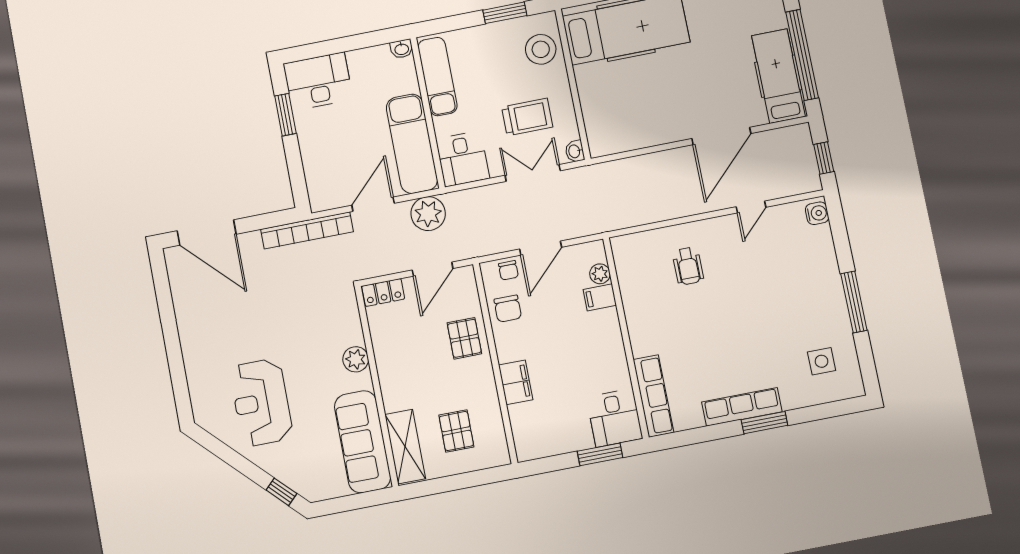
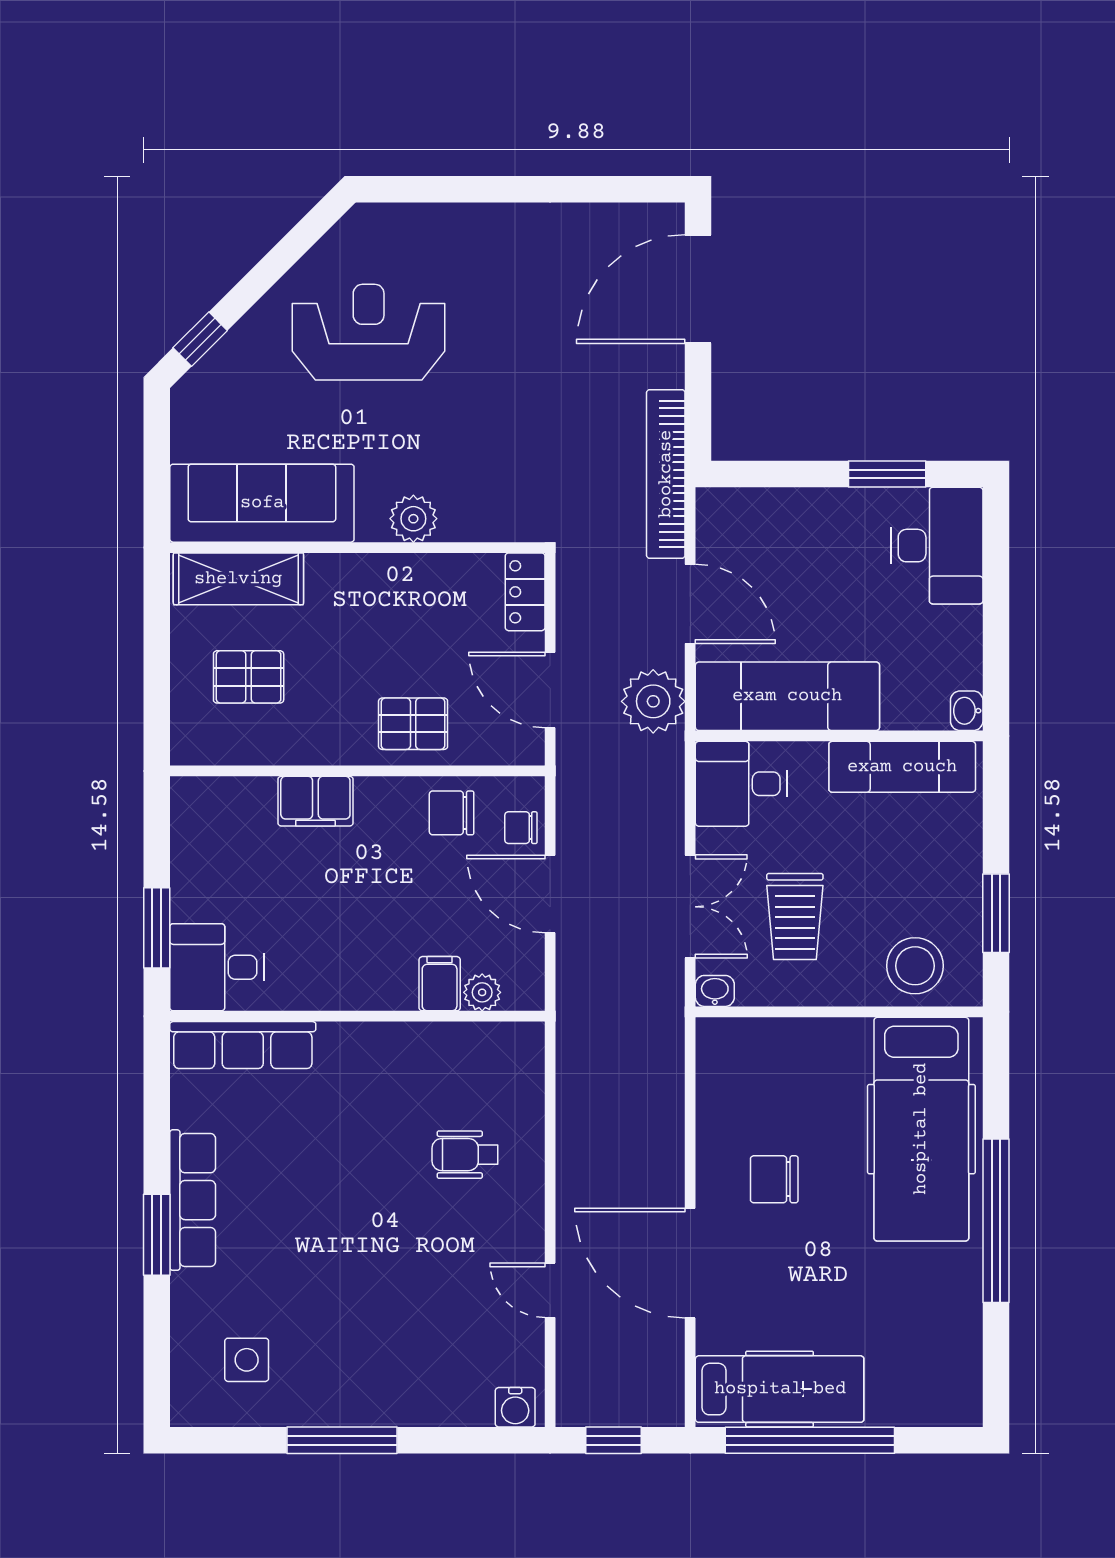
chair: (668, 101) -> (774, 1179), added

